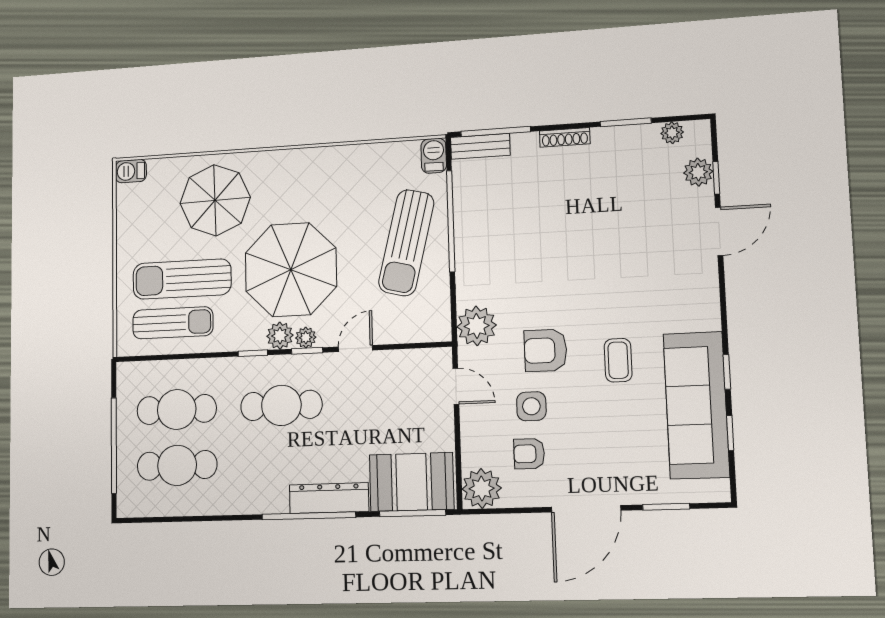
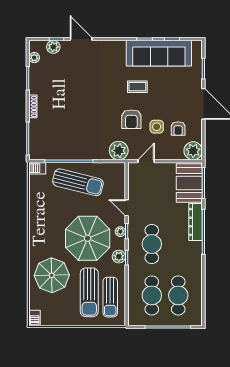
bench: (480, 146) -> (34, 146), removed
sun lounger: (173, 323) -> (110, 297), turned 180
plant: (280, 336) -> (119, 257), moved

